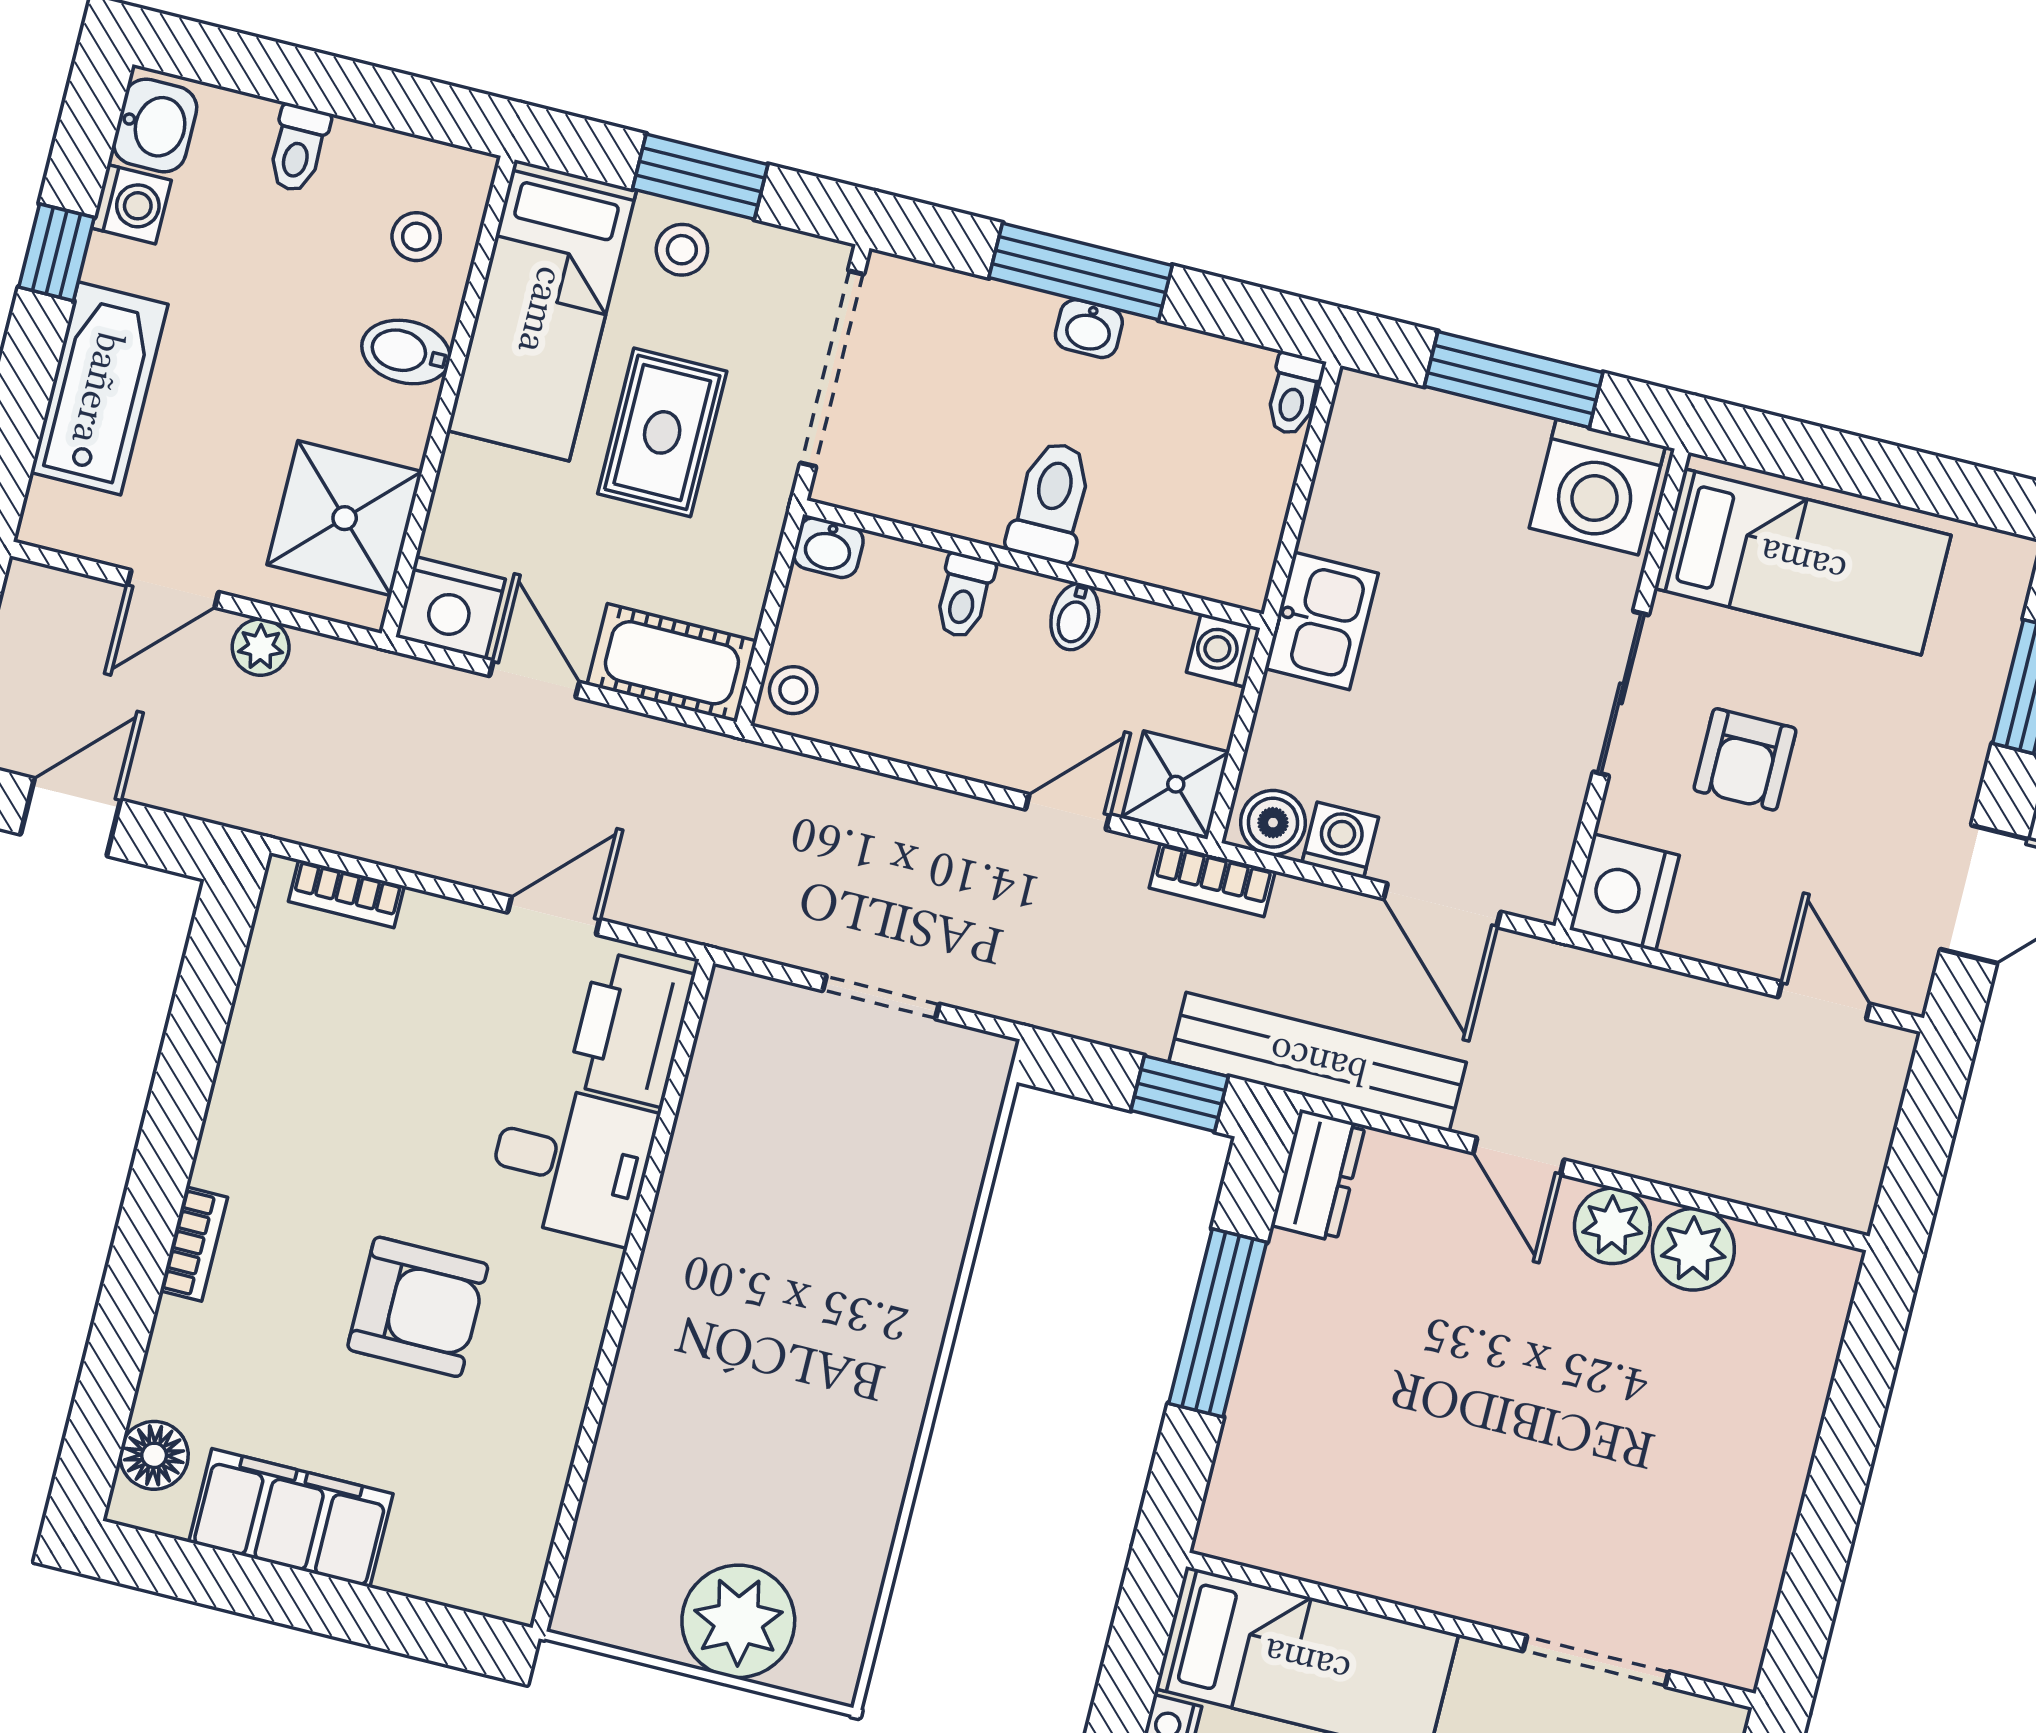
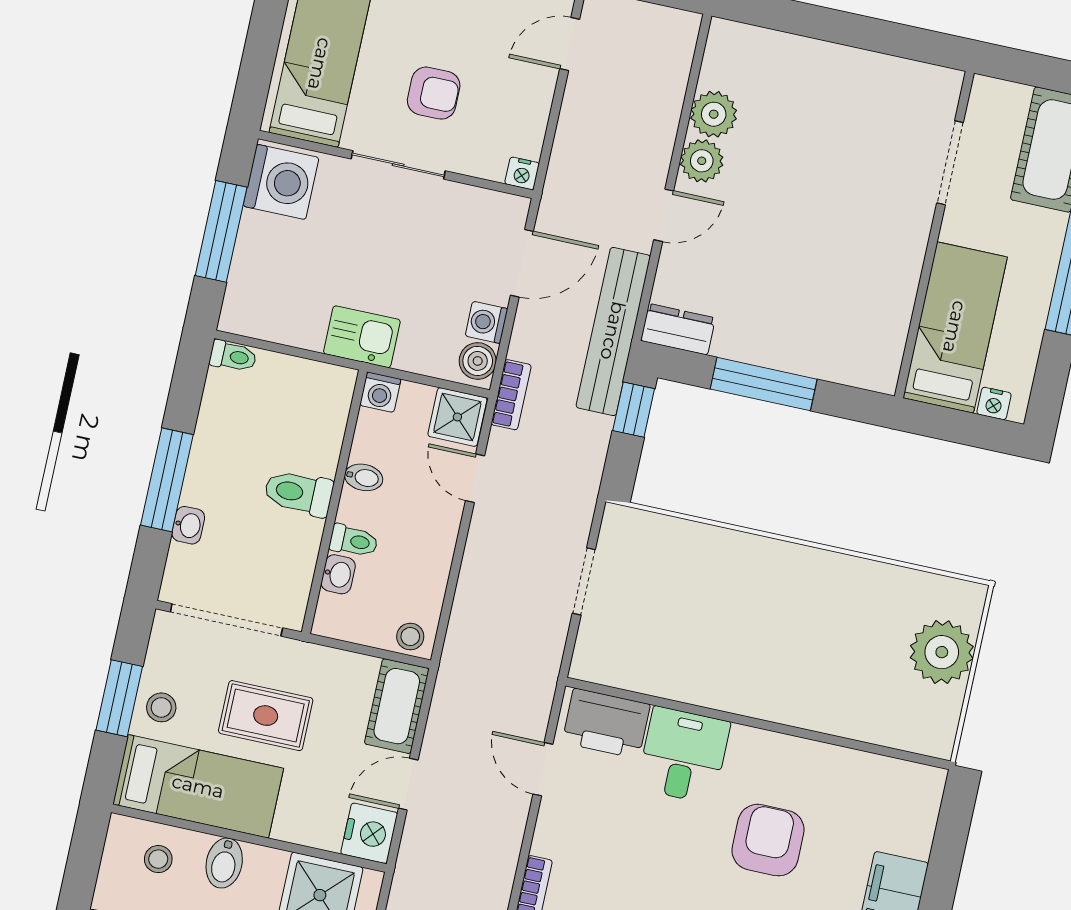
washbasin: (1089, 329) -> (188, 525), moved
washbasin: (828, 547) -> (338, 574), moved
nightstand: (1624, 892) -> (522, 173), width x0.53, depth x0.56

